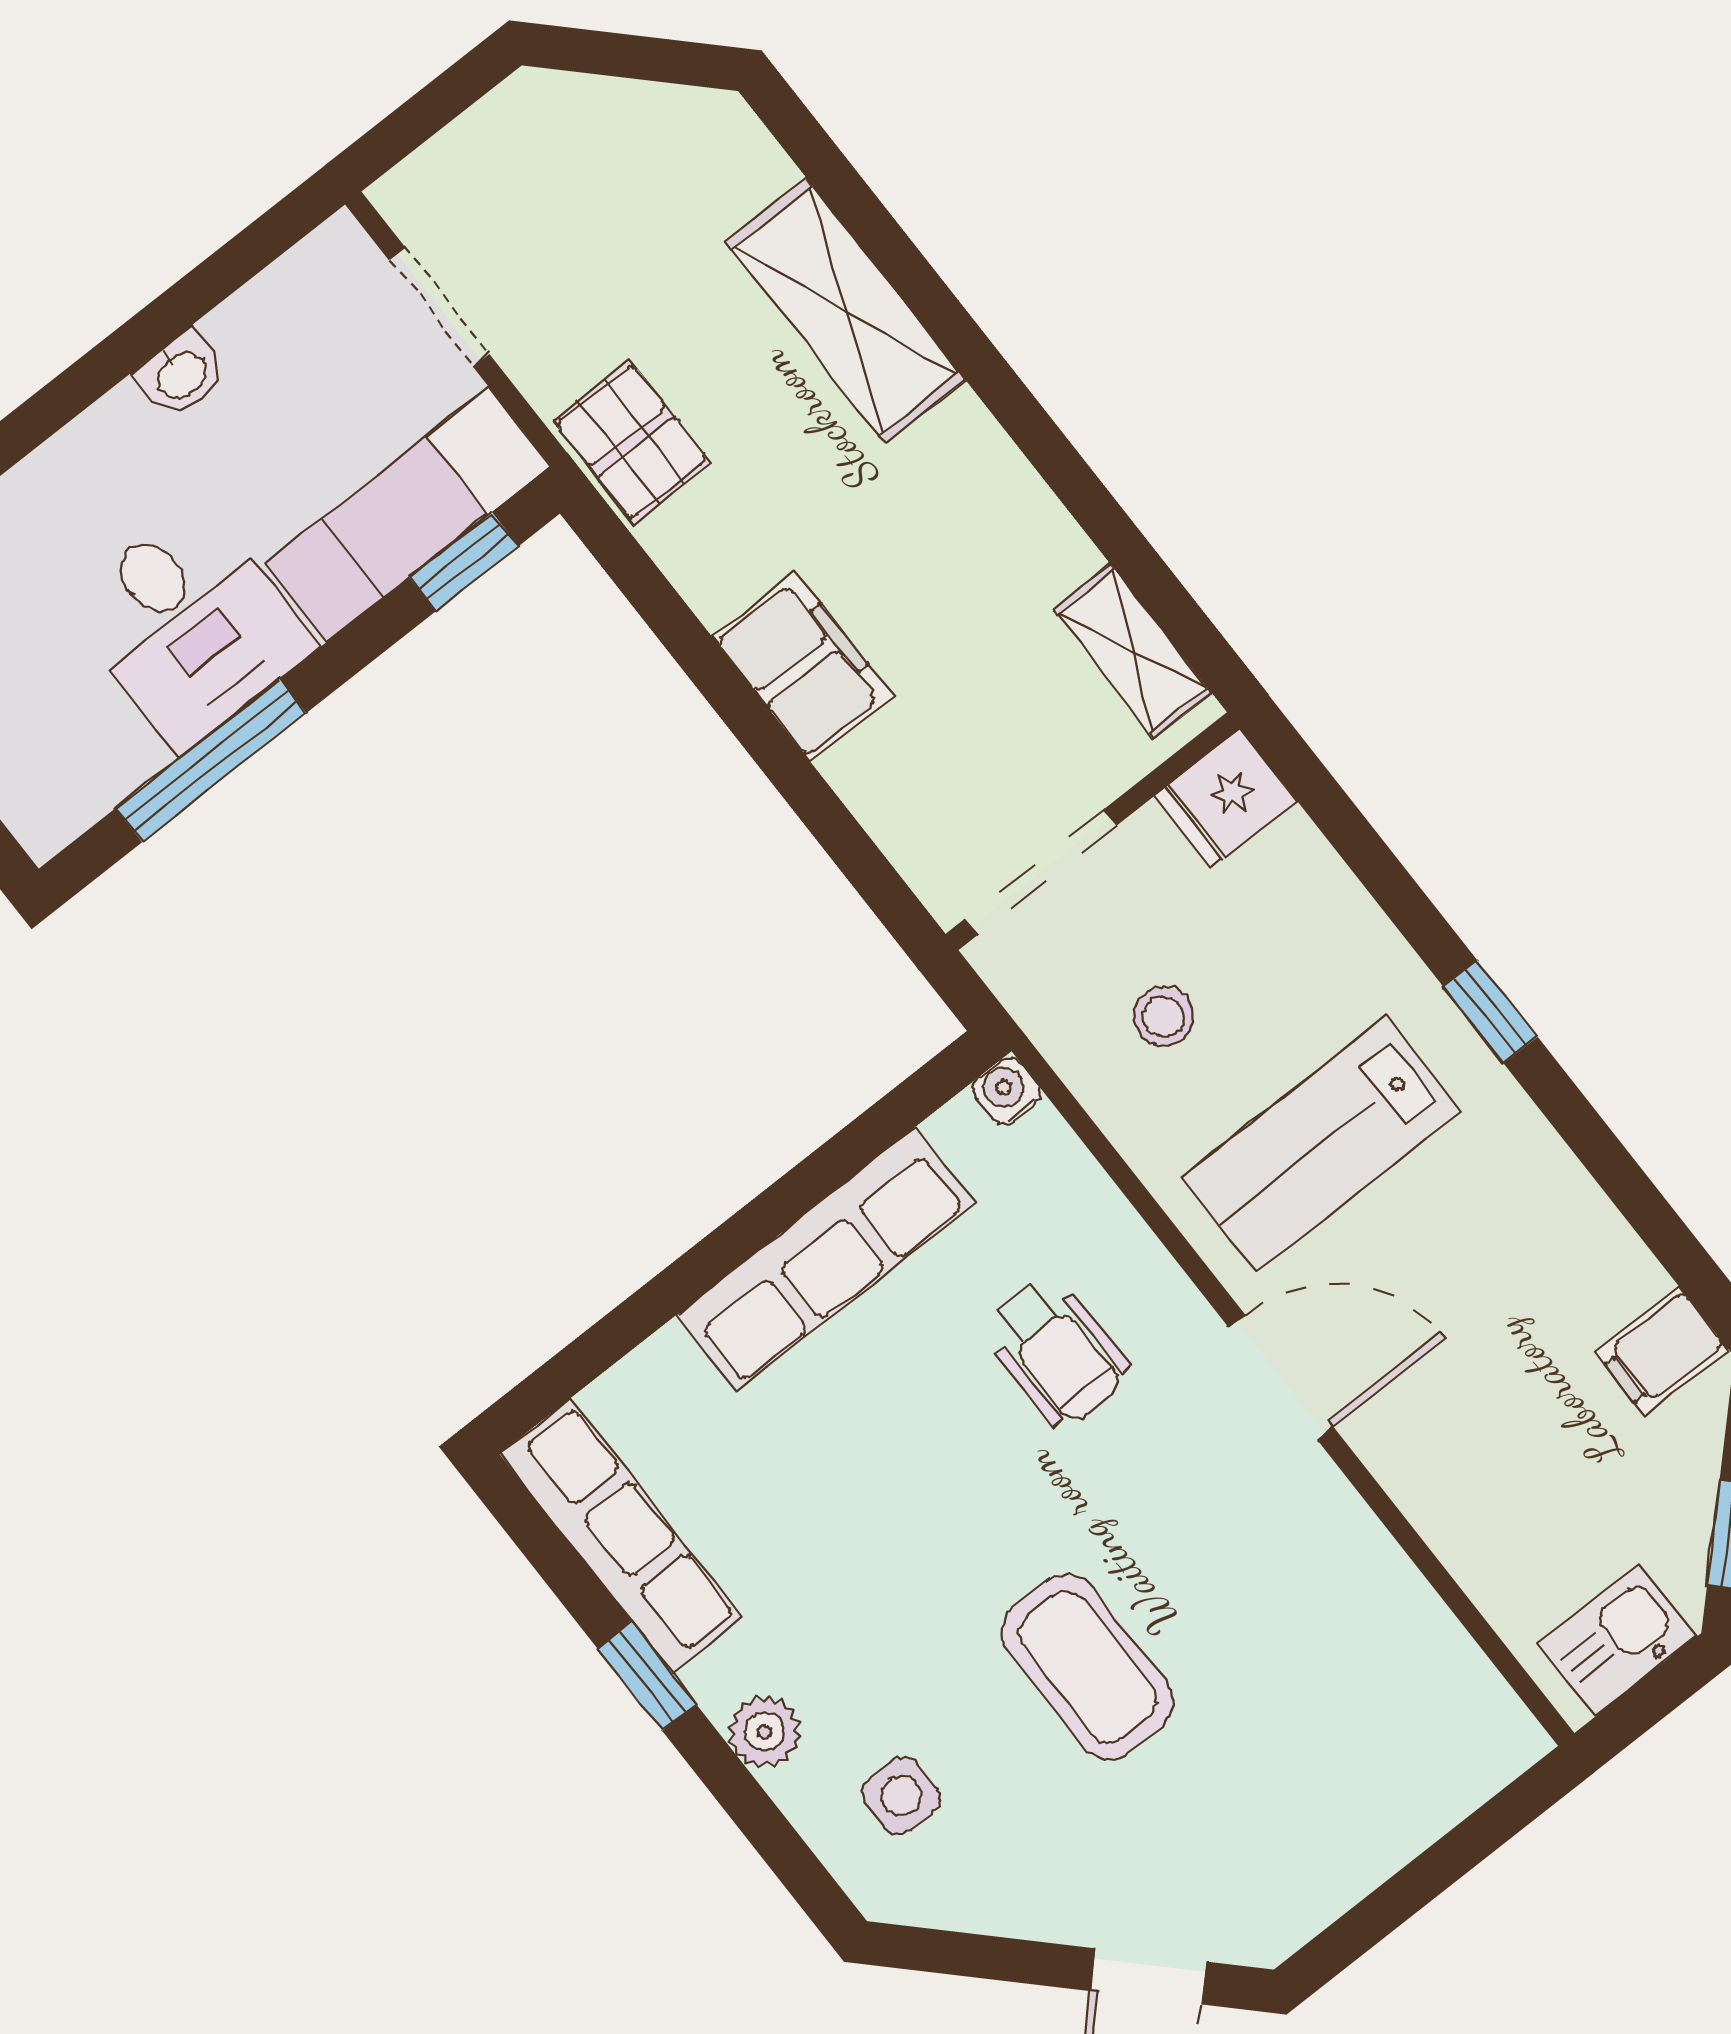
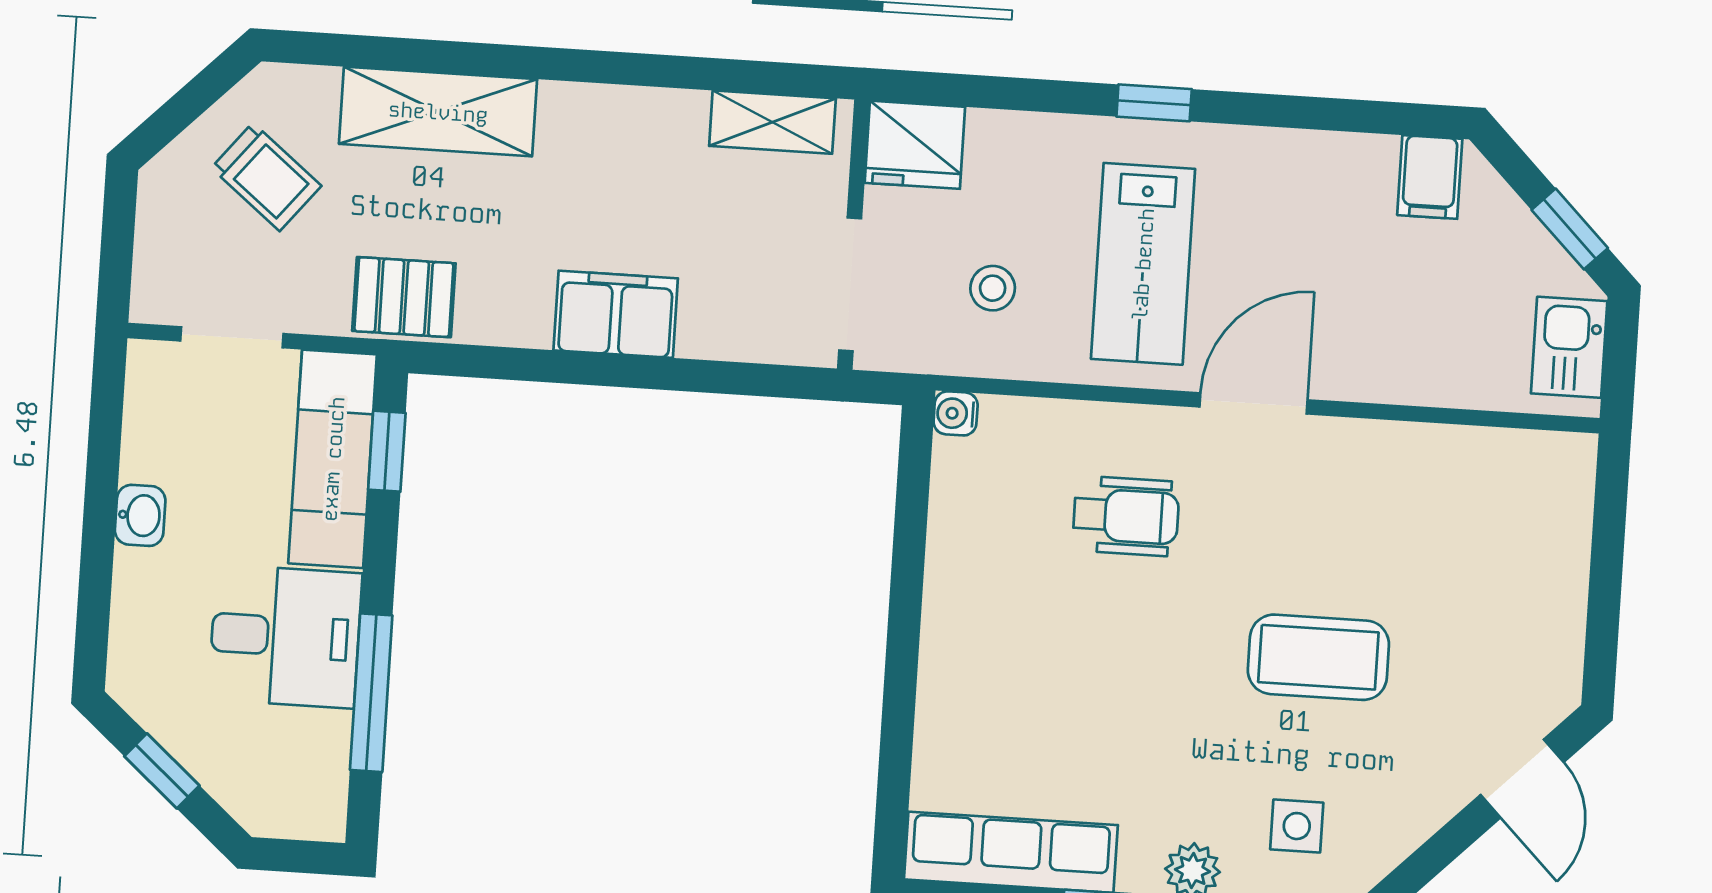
trolley: (628, 199) -> (266, 177), added
fridge: (1225, 798) -> (915, 145), width x1.38
row of seats: (825, 1260) -> (959, 599), removed

